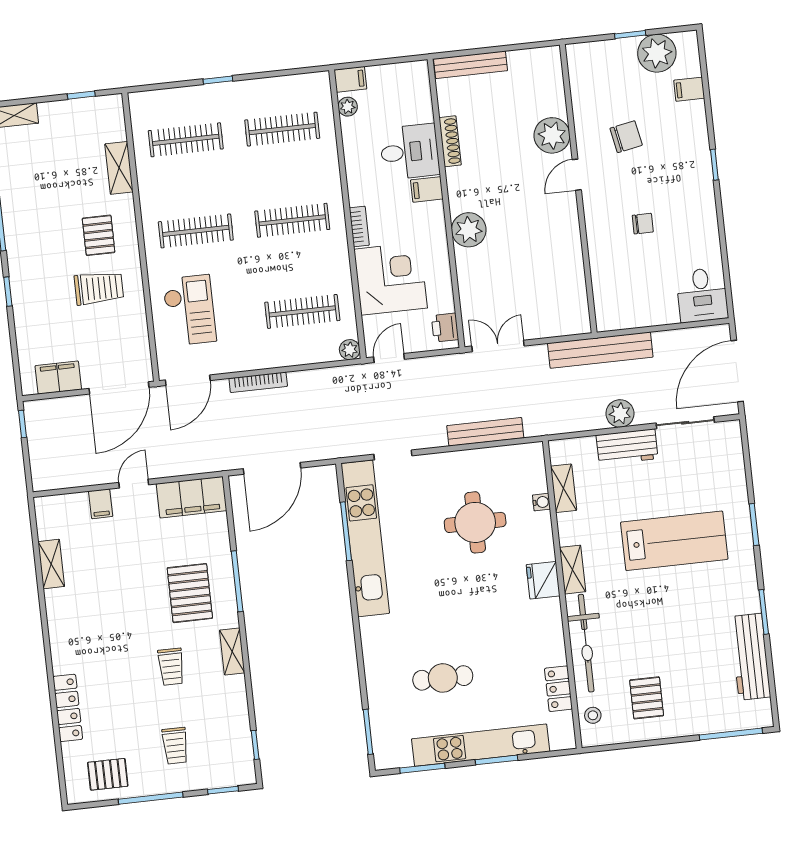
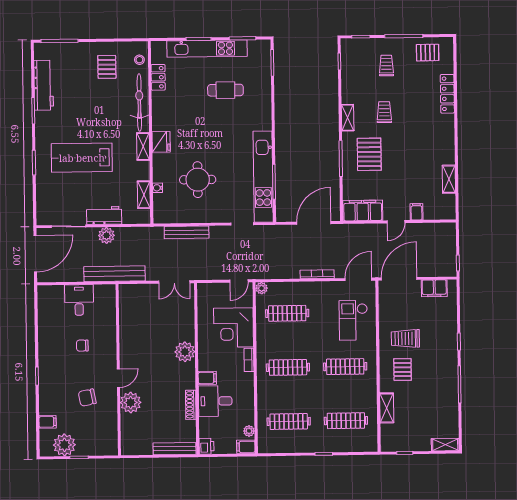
desk: (702, 295) -> (79, 300), moved
printer: (445, 328) -> (206, 446), moved

